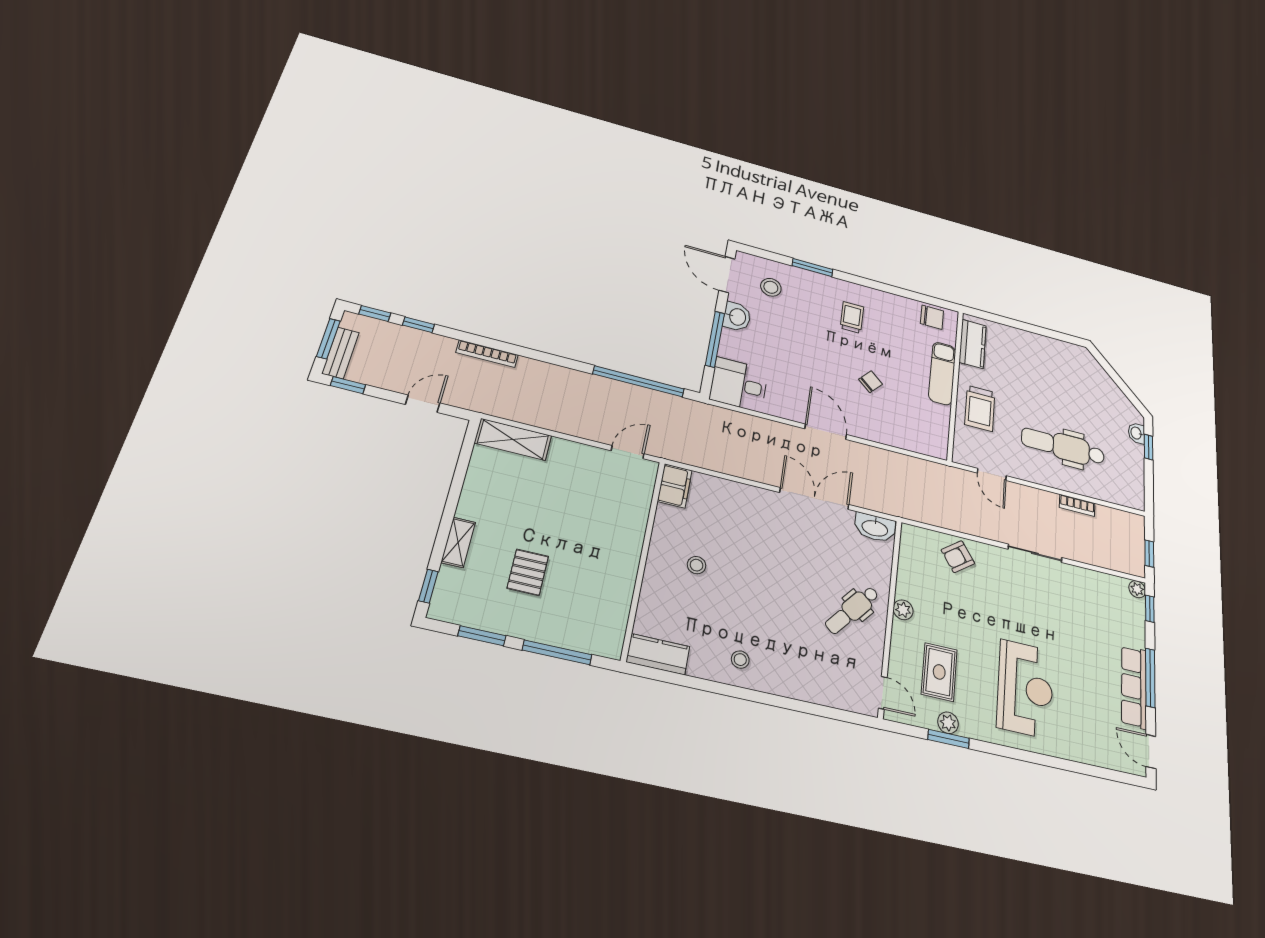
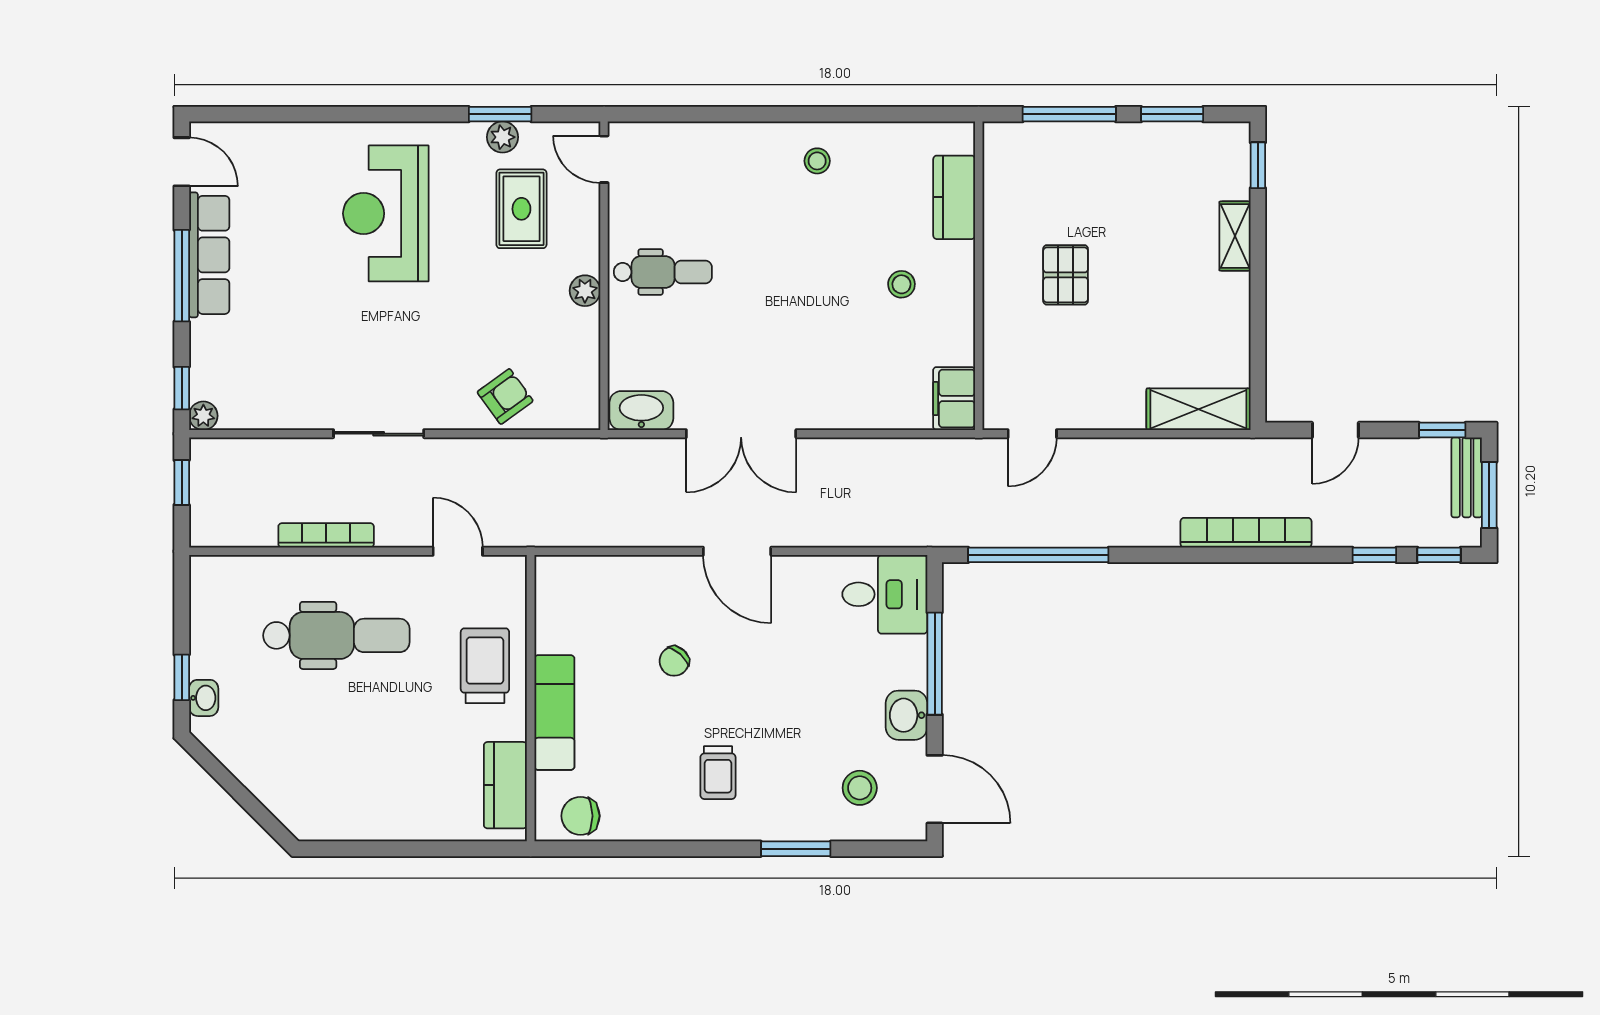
bookcase: (487, 354) -> (1246, 533), width x1.48, depth x1.31
bookcase: (1077, 505) -> (326, 535), width x1.56
pallet: (528, 572) -> (1066, 275), moved
dental chair: (852, 610) -> (663, 272), turned 50
kitchen counter: (658, 654) -> (954, 197), moved, turned 90

